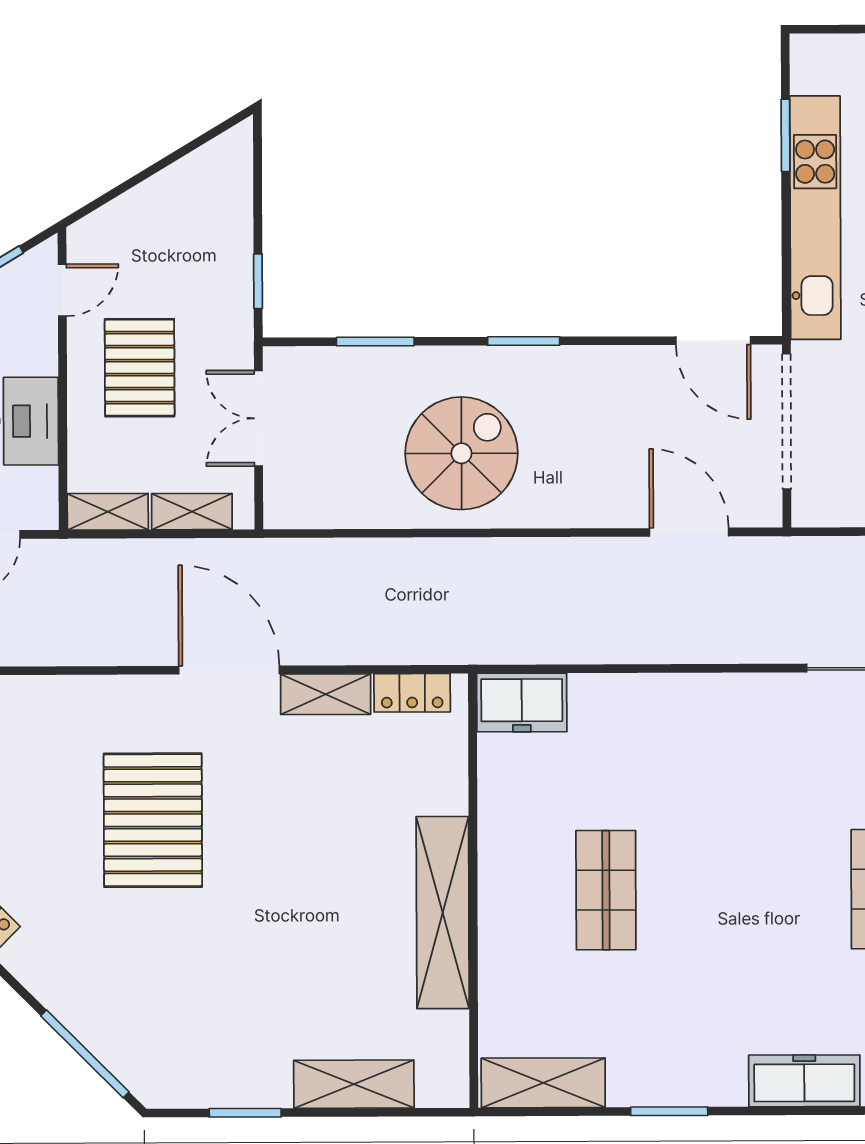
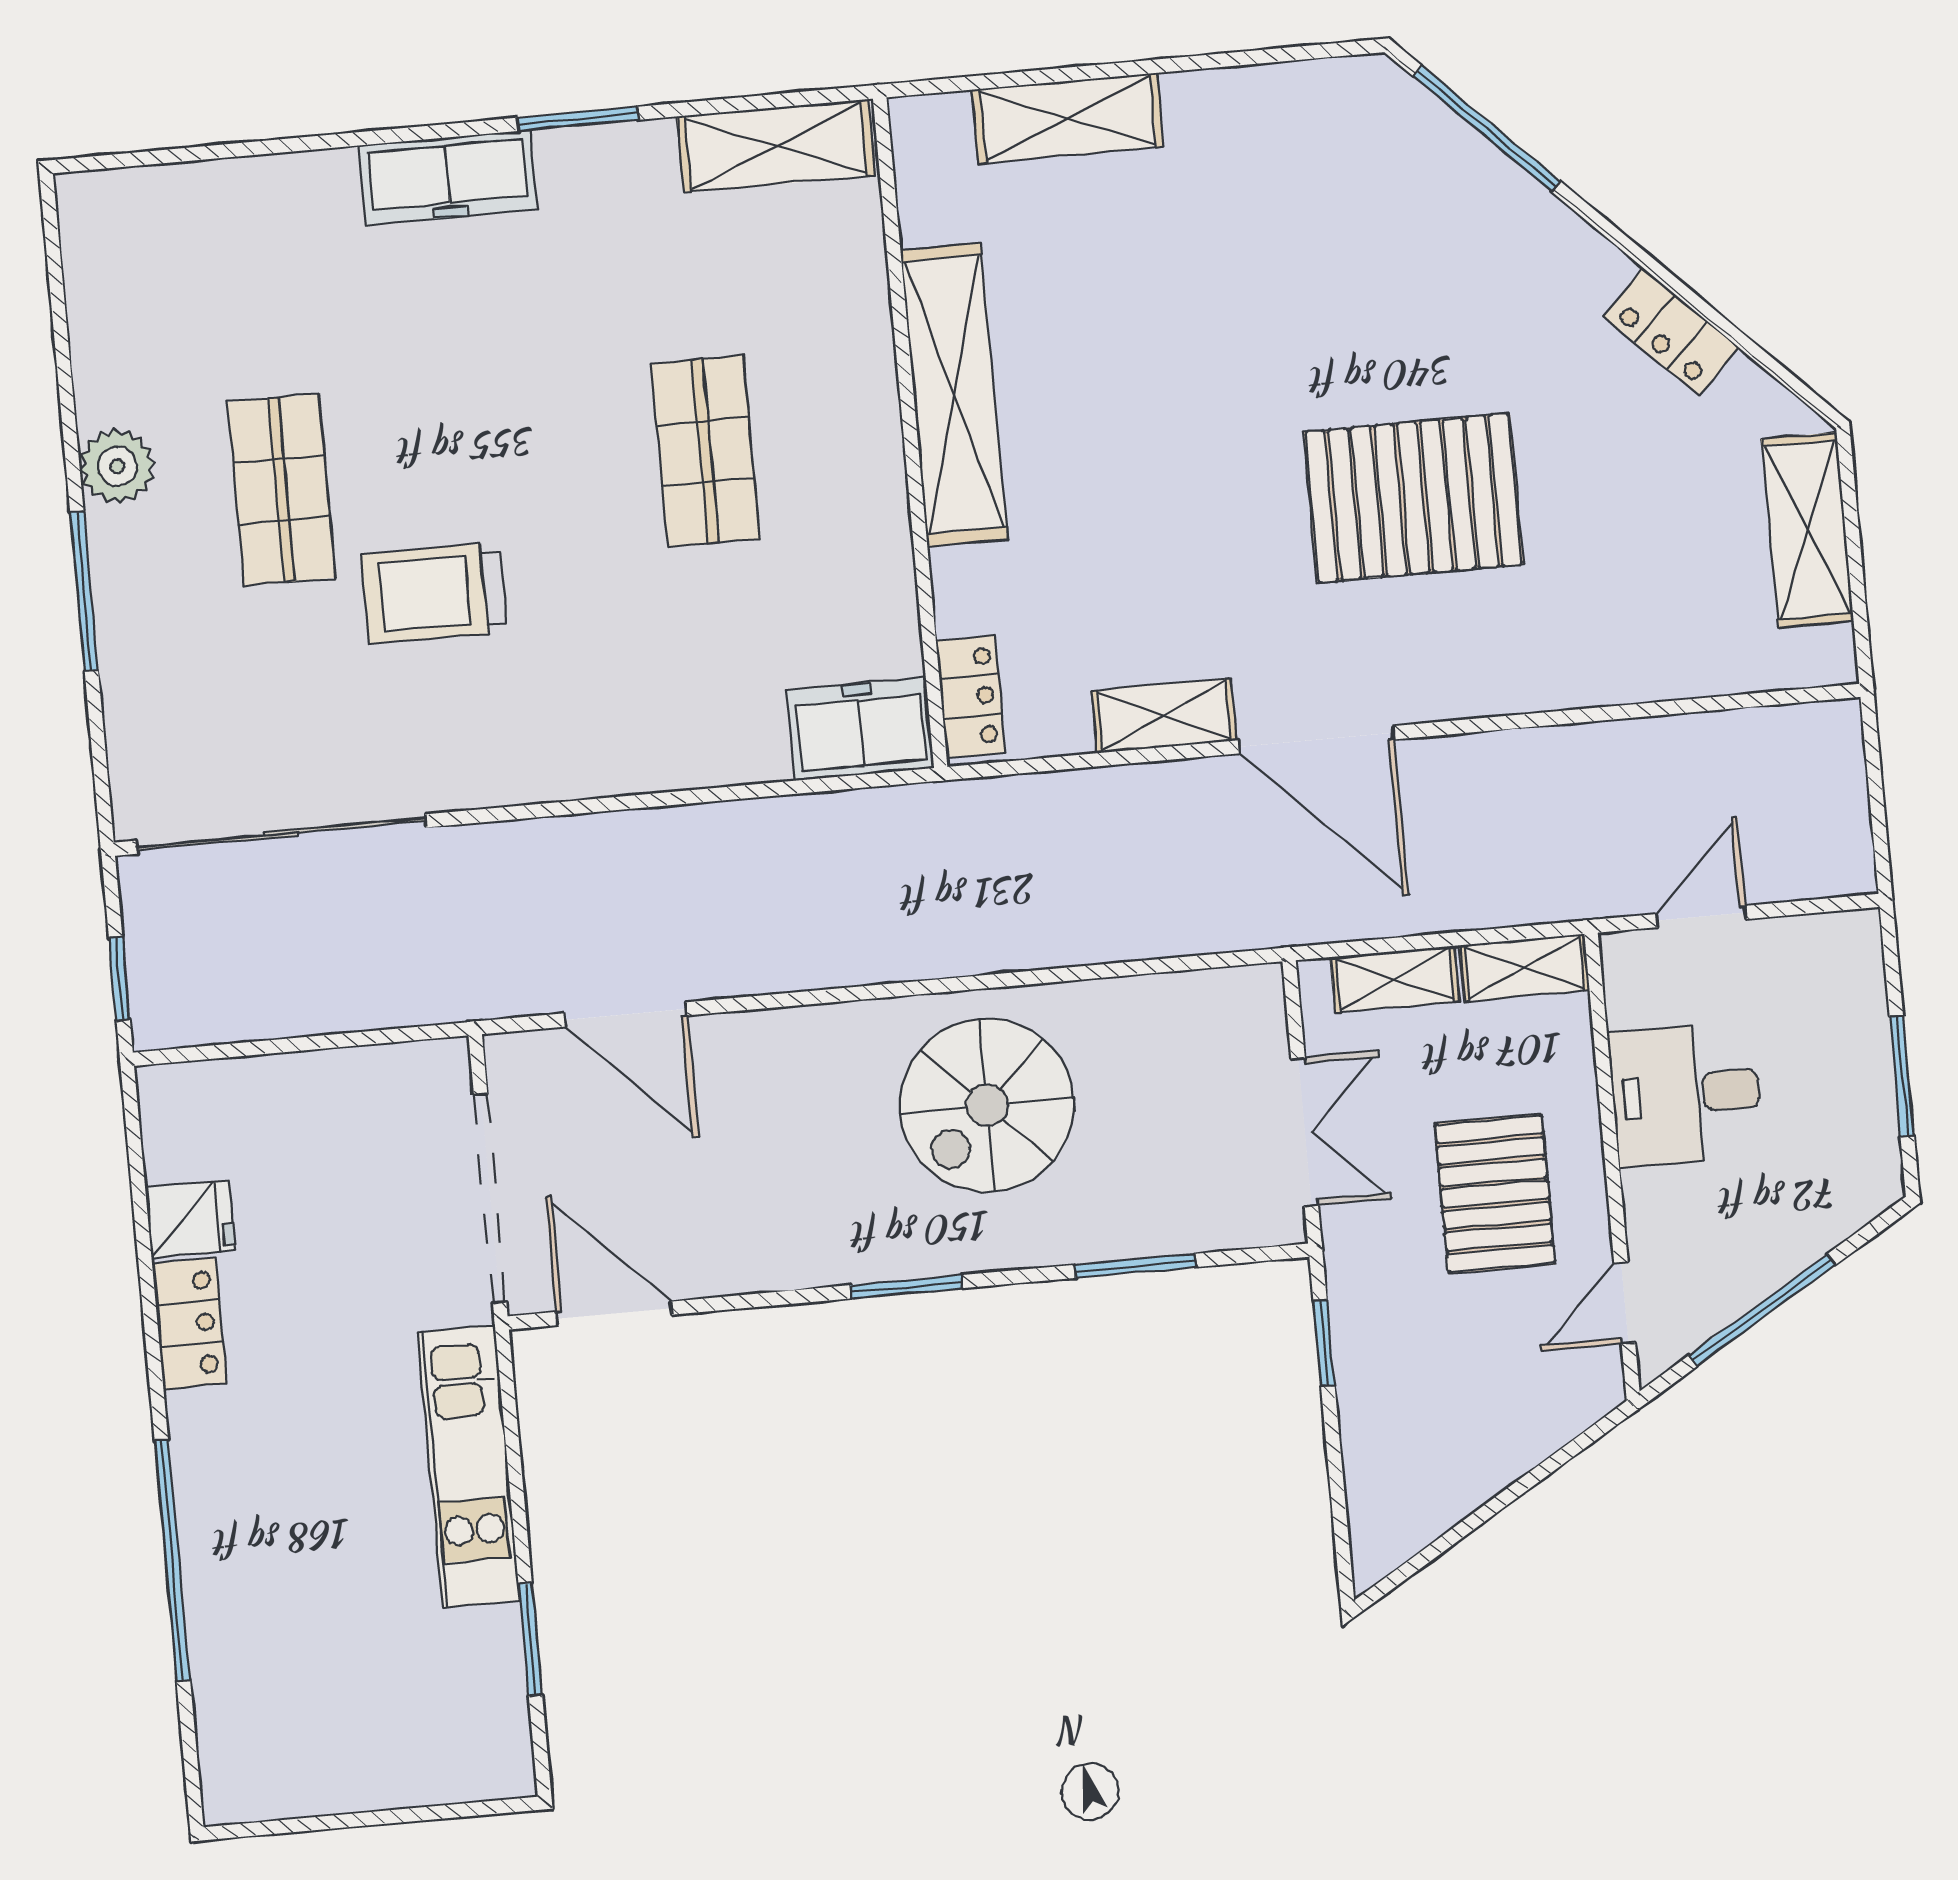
kitchen unit: (815, 218) -> (469, 1466), width x0.73
locker: (412, 693) -> (971, 696), moved, turned 90
trolley: (788, 814) -> (434, 593), added
pallet: (153, 820) -> (1413, 498), turned 90
freezer: (804, 1081) -> (448, 177), moved
window: (245, 1113) -> (1231, 59), removed

